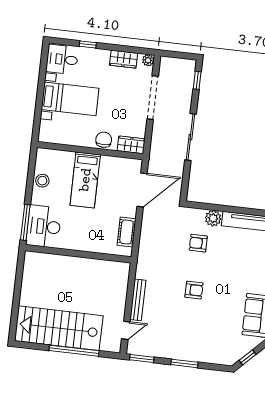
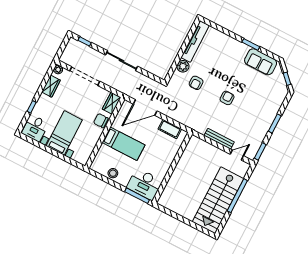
door: (142, 190) -> (145, 107), swing flipped
door: (126, 330) -> (237, 155), hinge flipped

